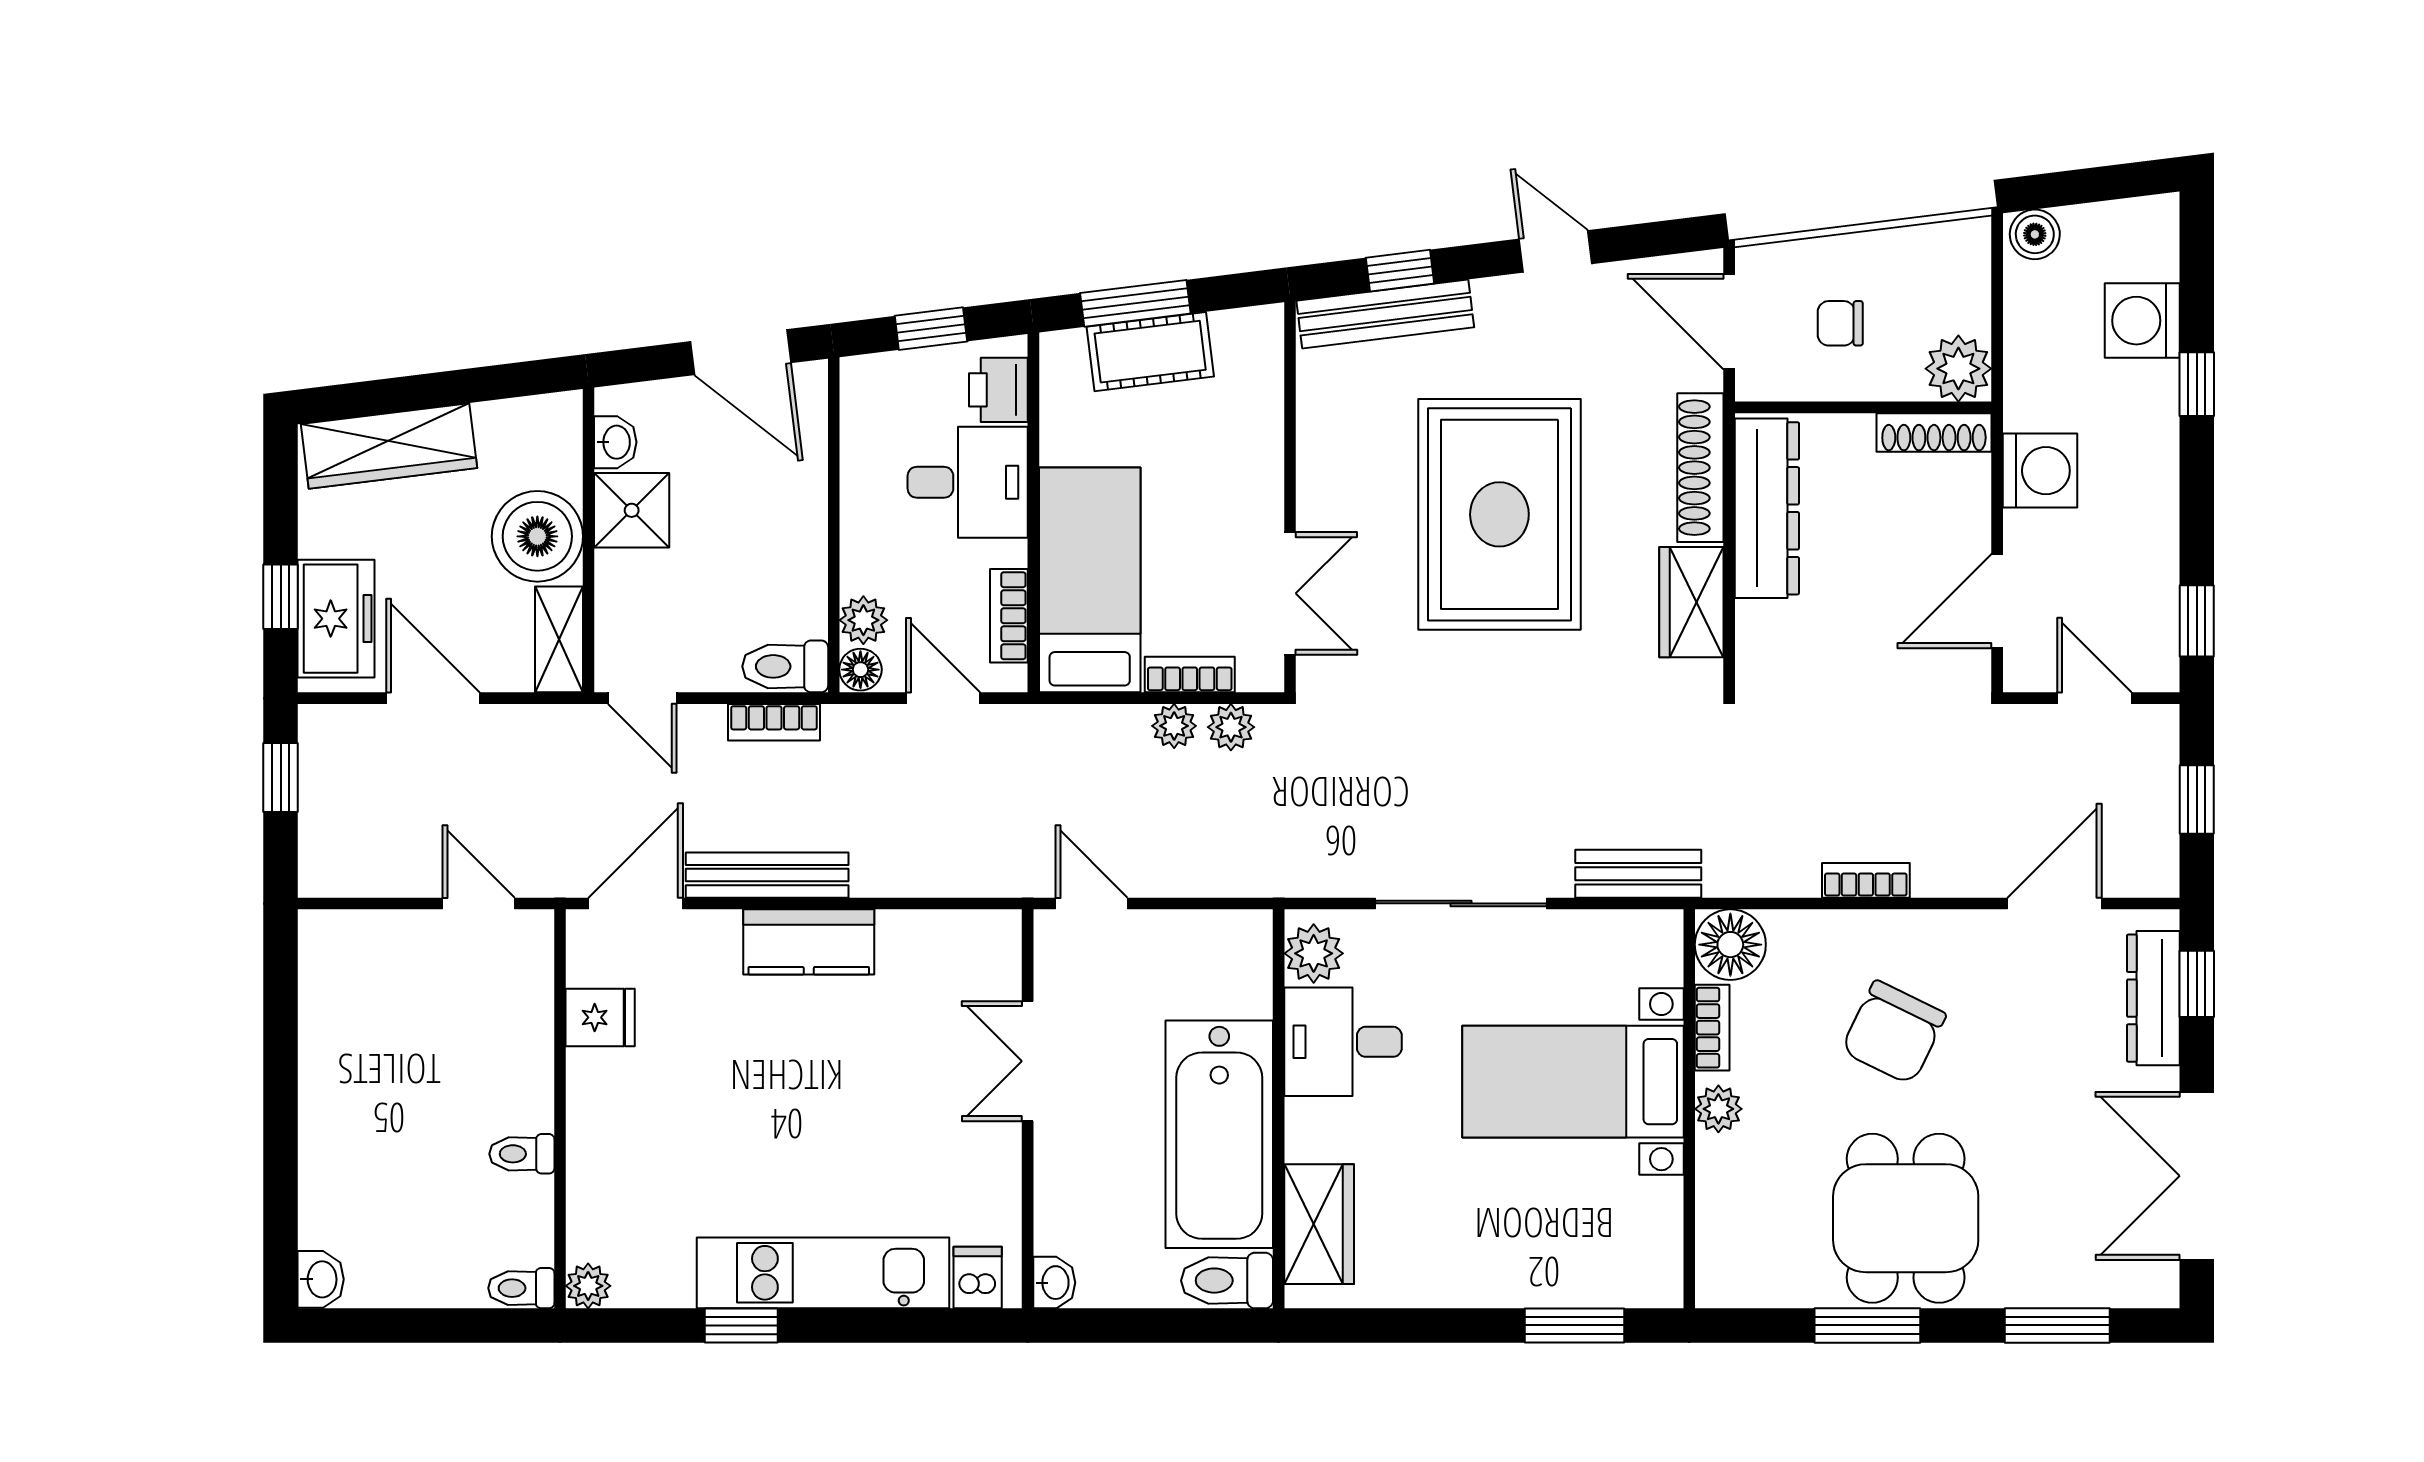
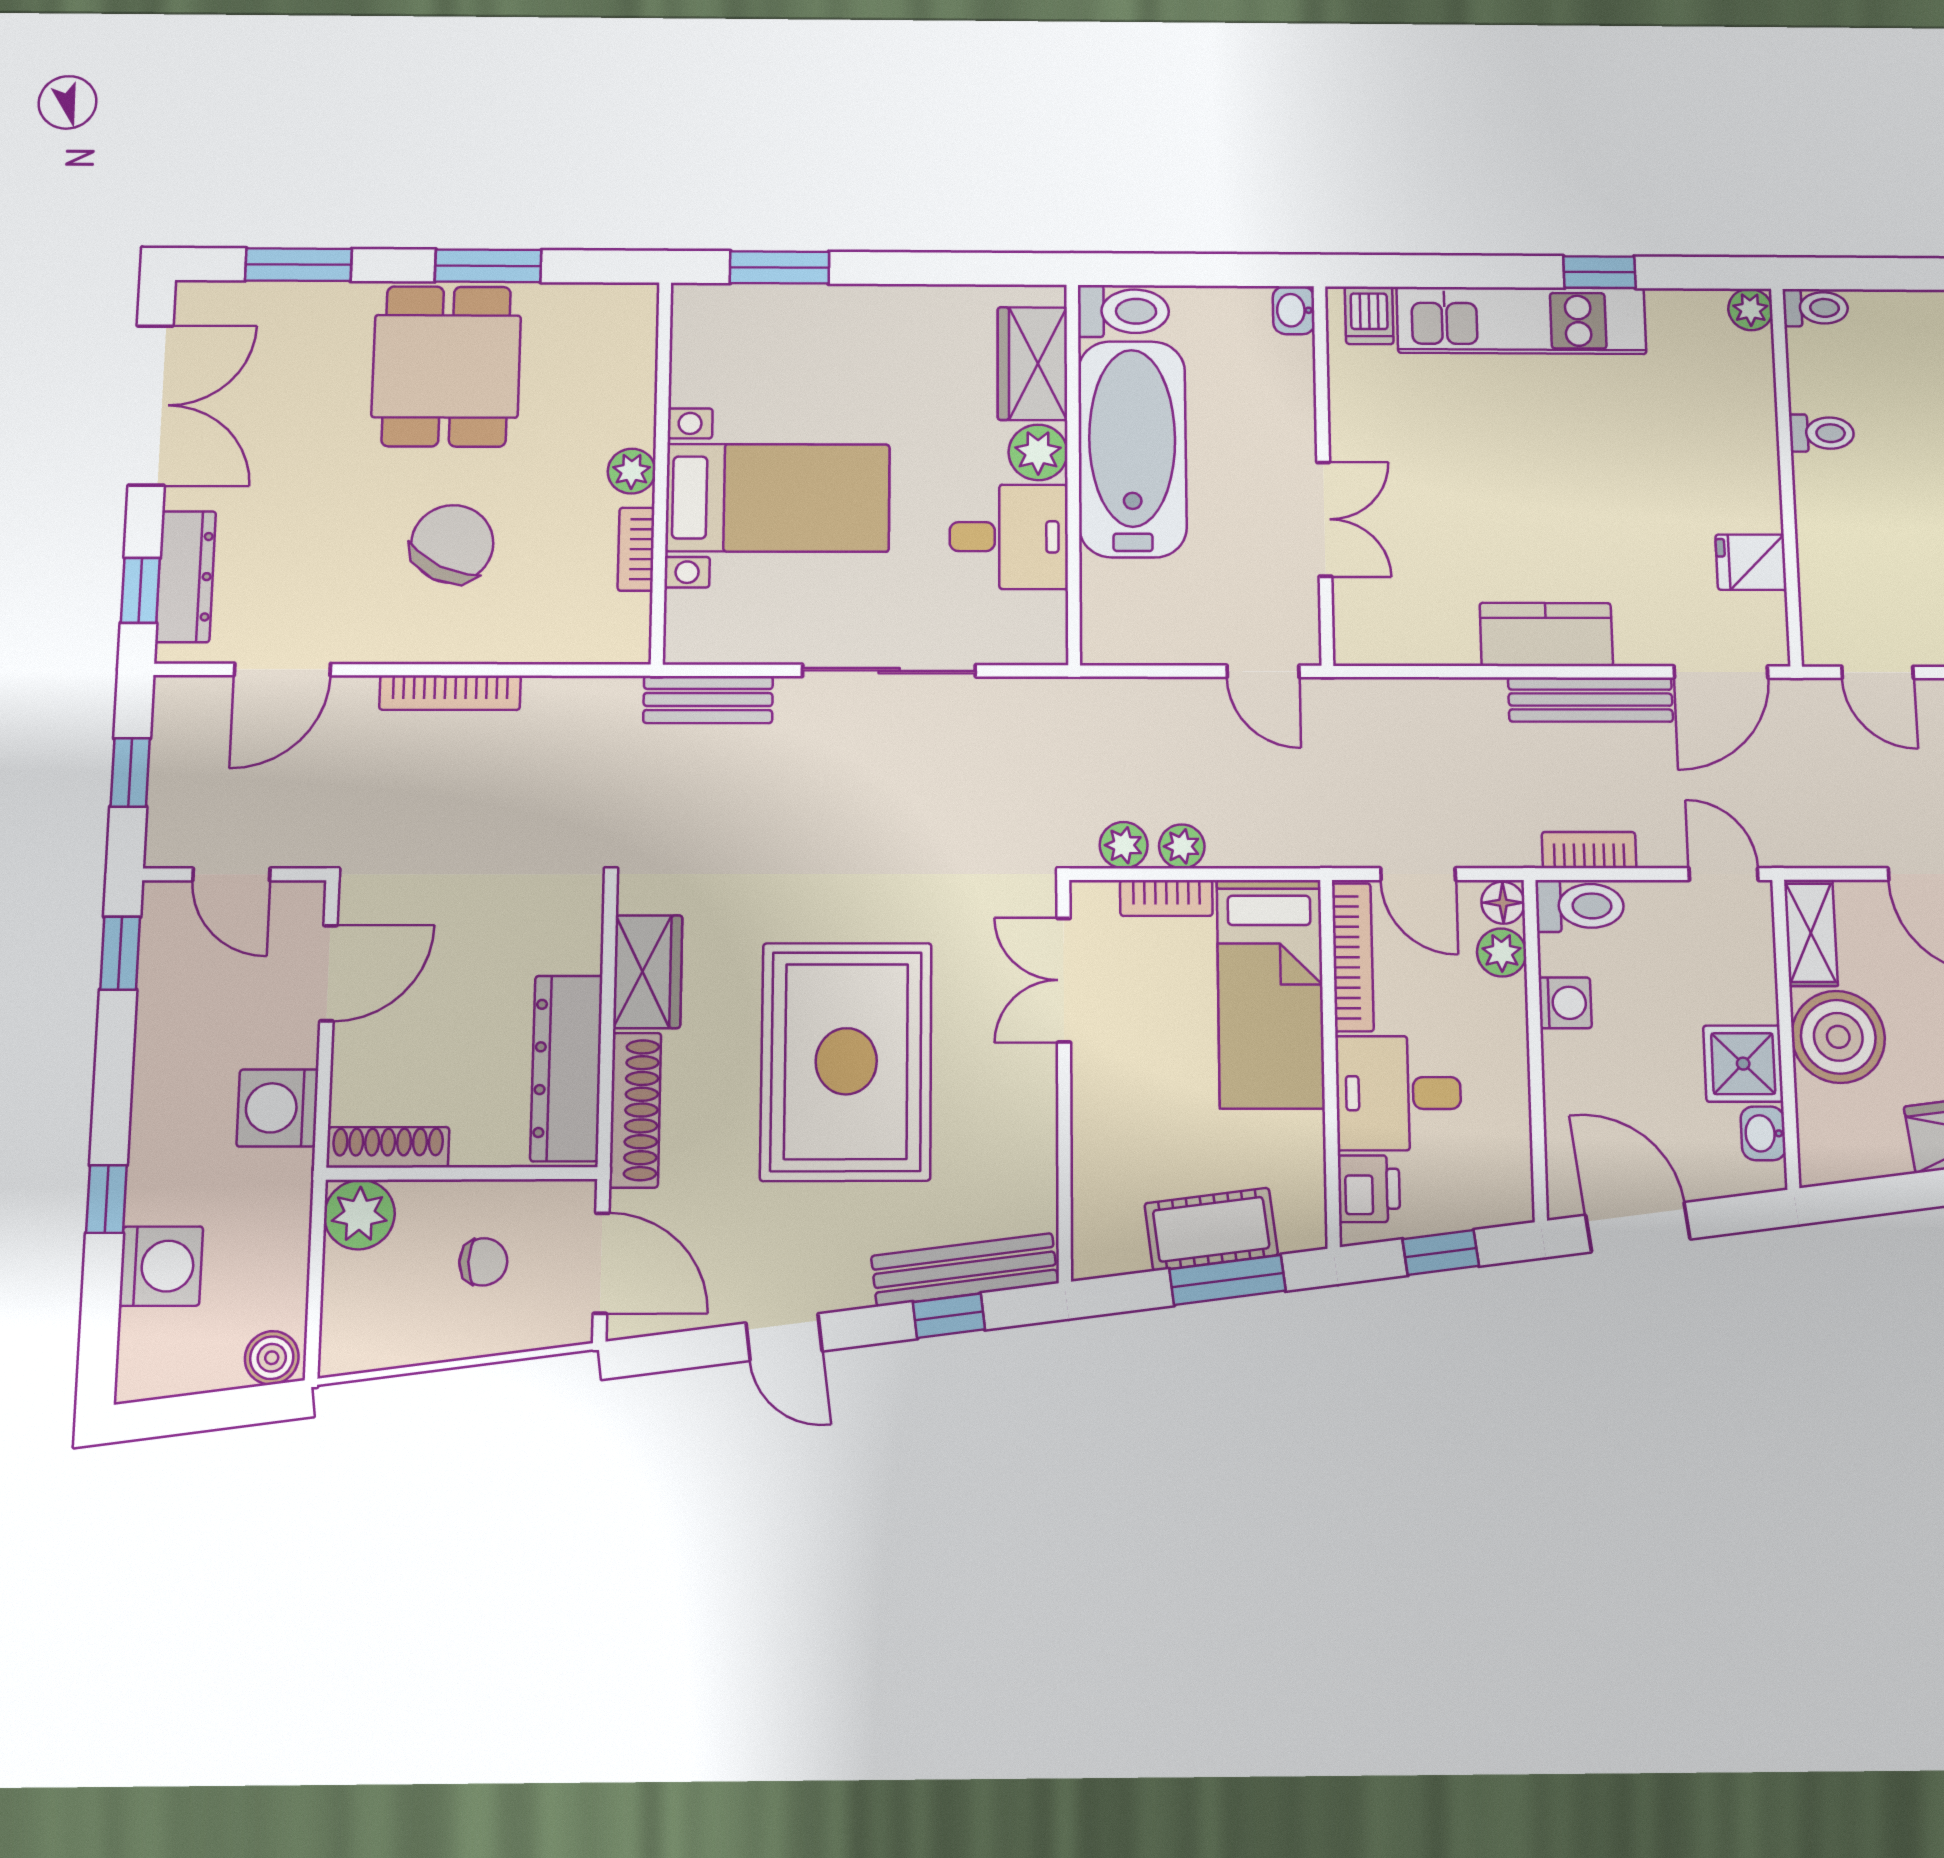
washing machine: (803, 570) -> (1565, 1003), added
bookcase: (1009, 616) -> (1353, 957), width x1.56
bookcase: (1866, 880) -> (450, 693), width x1.56
floor lamp: (1730, 945) -> (616, 630), removed
plant: (1314, 953) -> (1038, 452), moved

